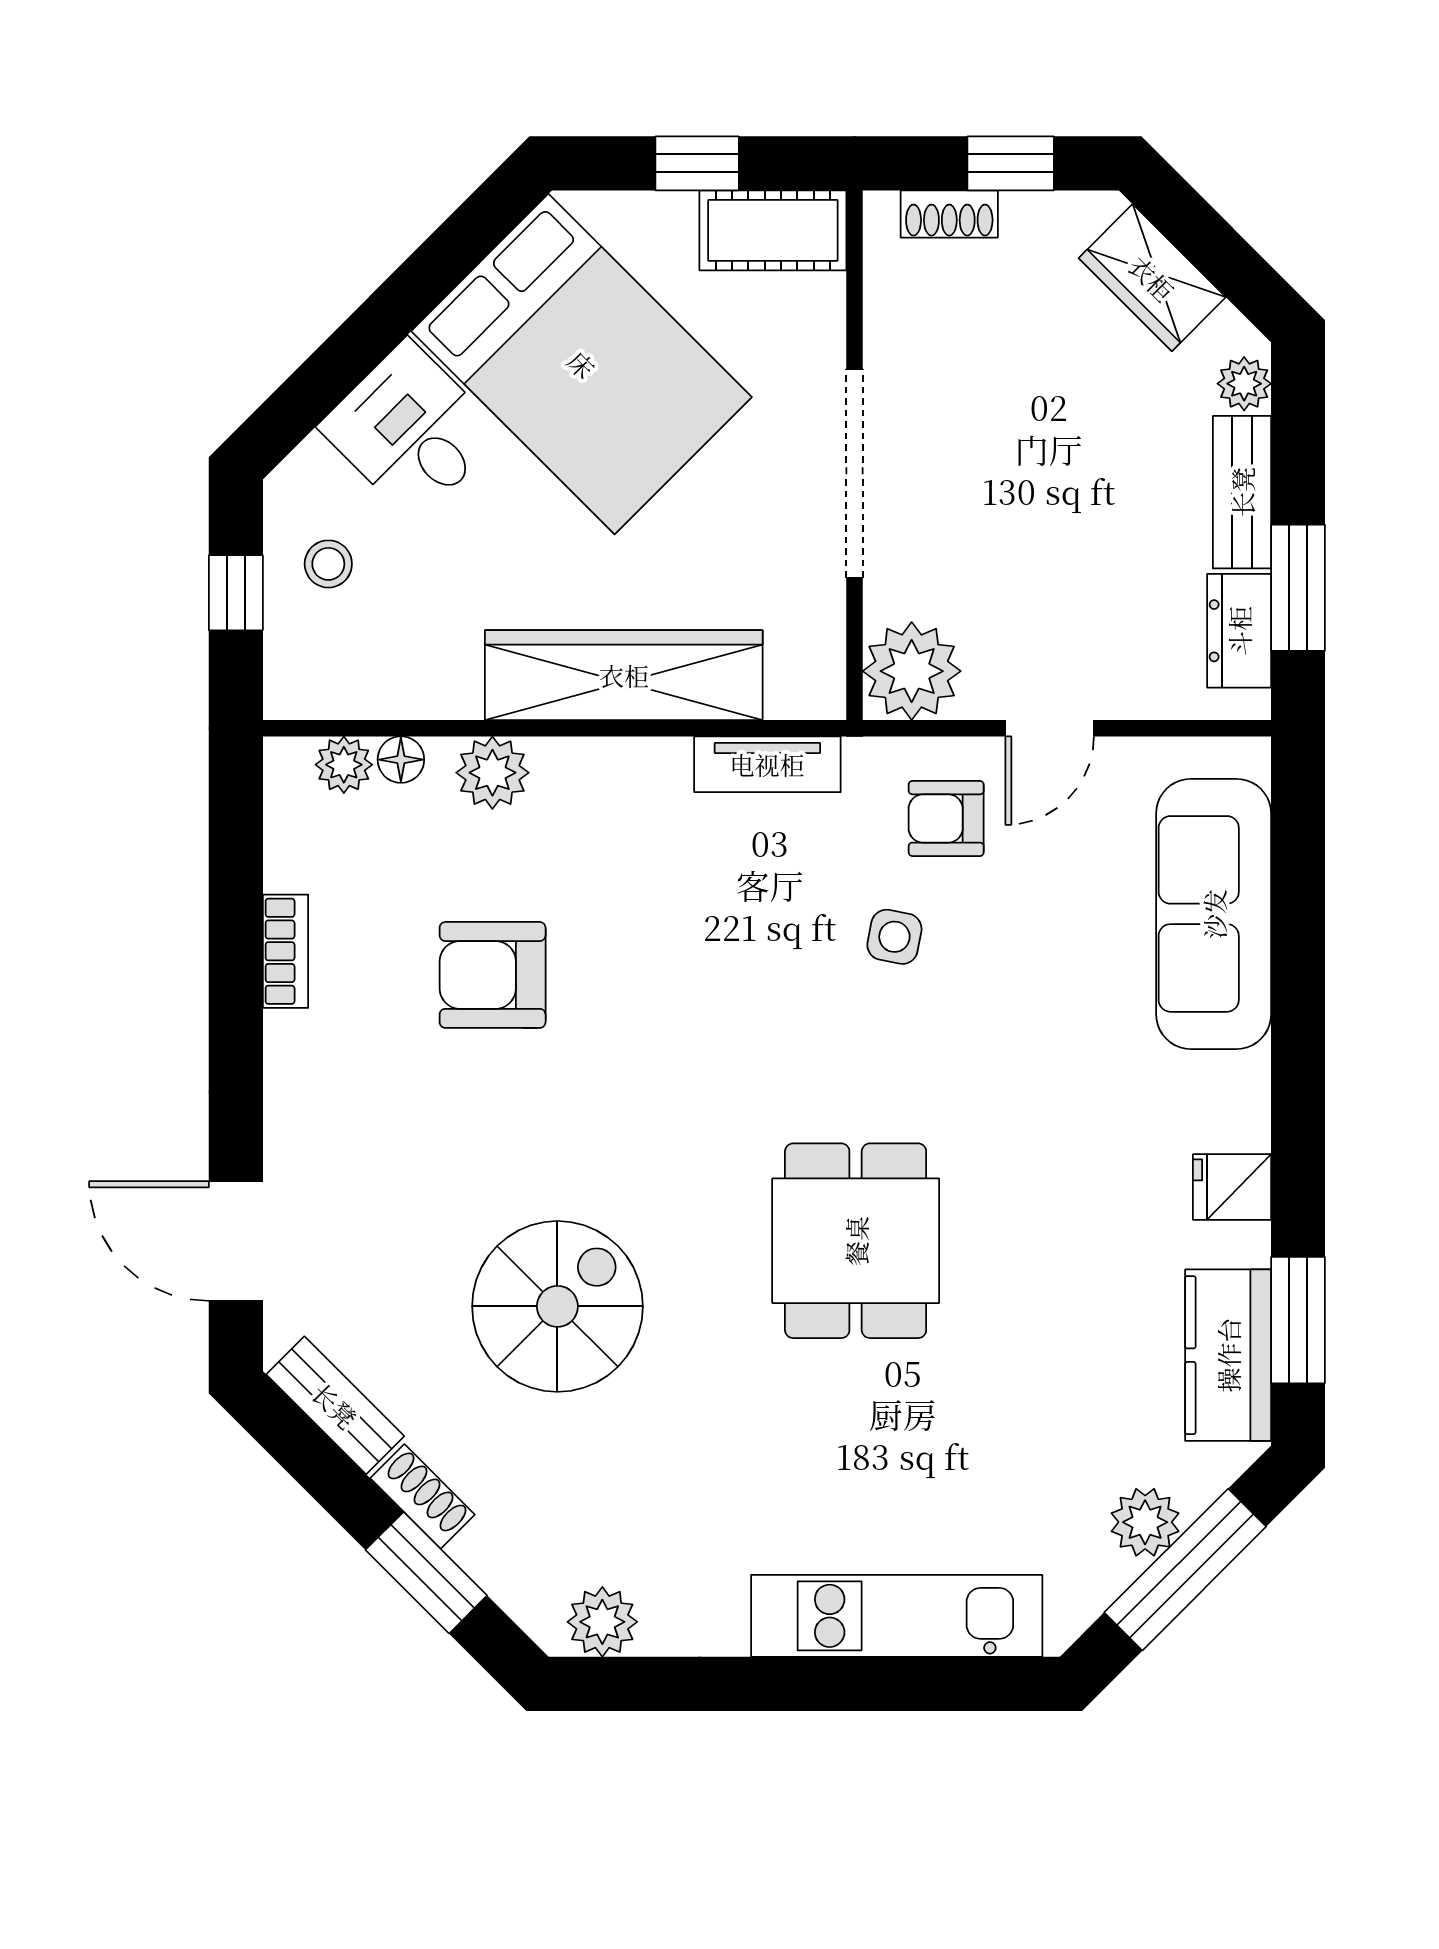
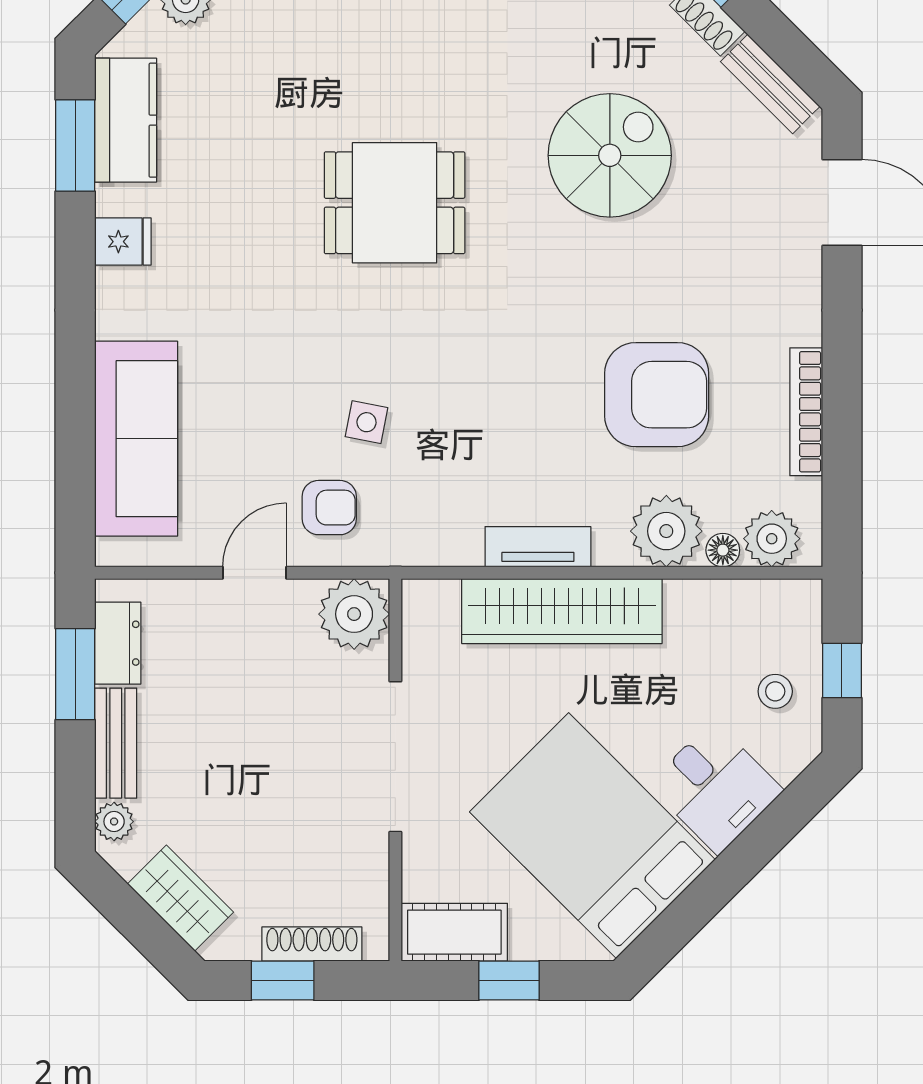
shoe rack: (949, 214) -> (312, 944), width x1.43
tv unit: (767, 764) -> (538, 547), moved
plant: (344, 765) -> (772, 539), width x1.38, depth x1.38
plant: (492, 773) -> (666, 531), width x1.36, depth x1.36
bookcase: (285, 951) -> (806, 412), width x1.56
armchair: (493, 975) -> (657, 395), width x1.36, depth x1.36
dining table: (856, 1241) -> (395, 203), turned 90
spiral stairs: (557, 1306) -> (610, 155), turned 180

